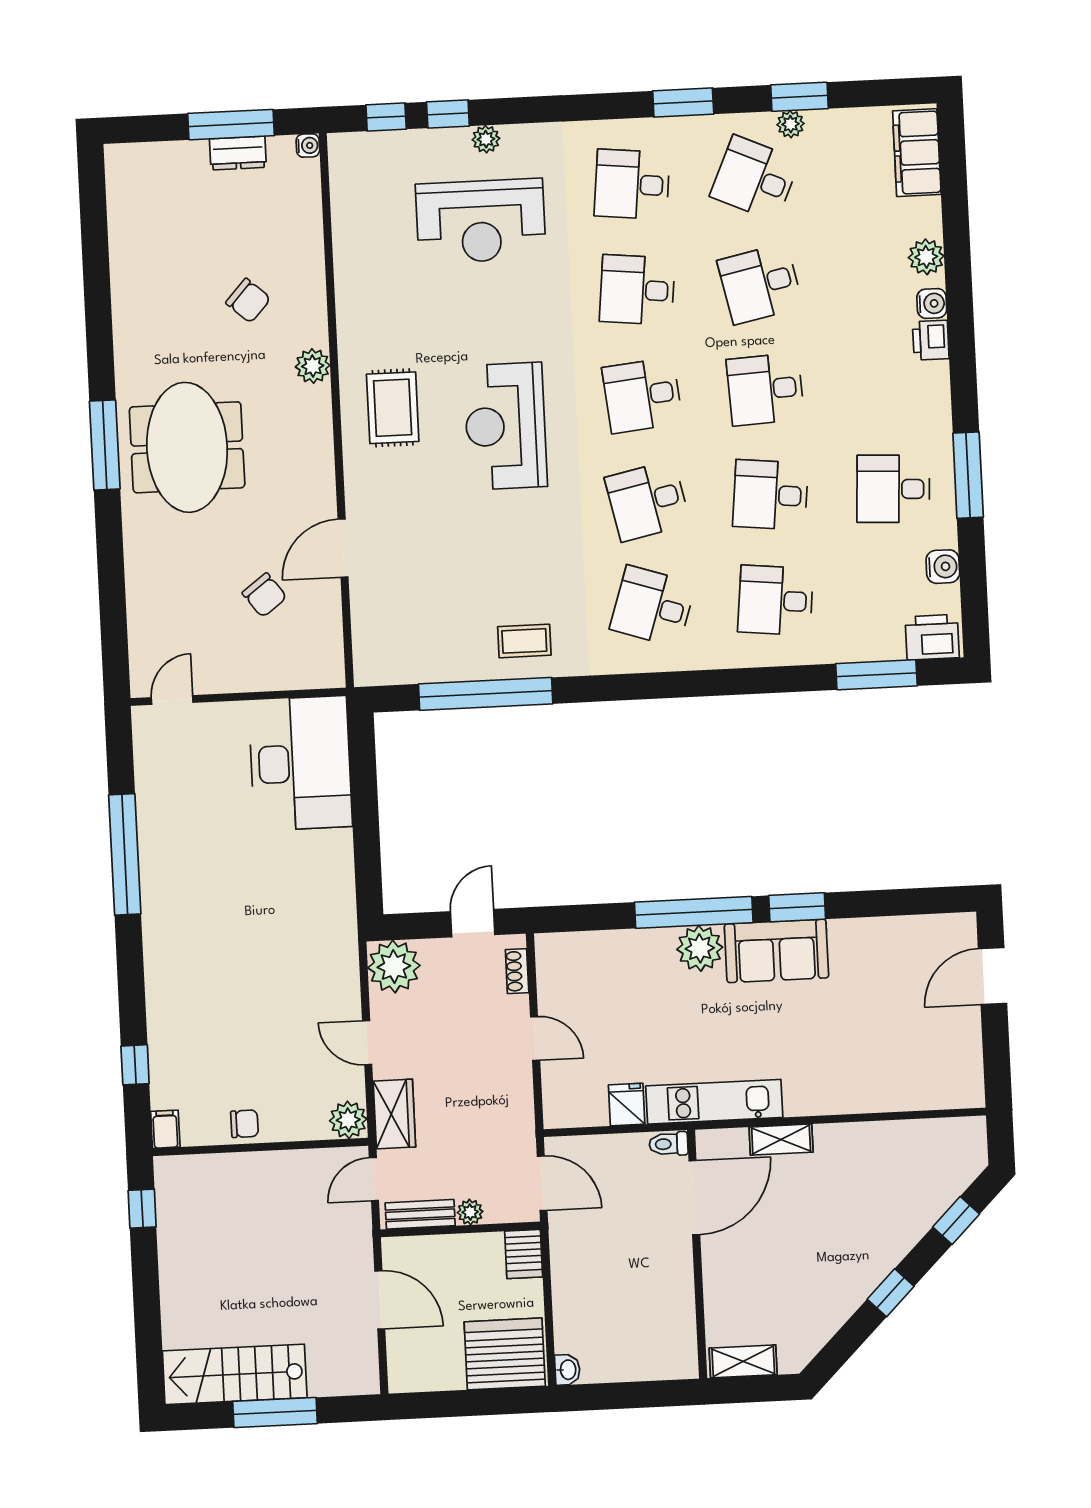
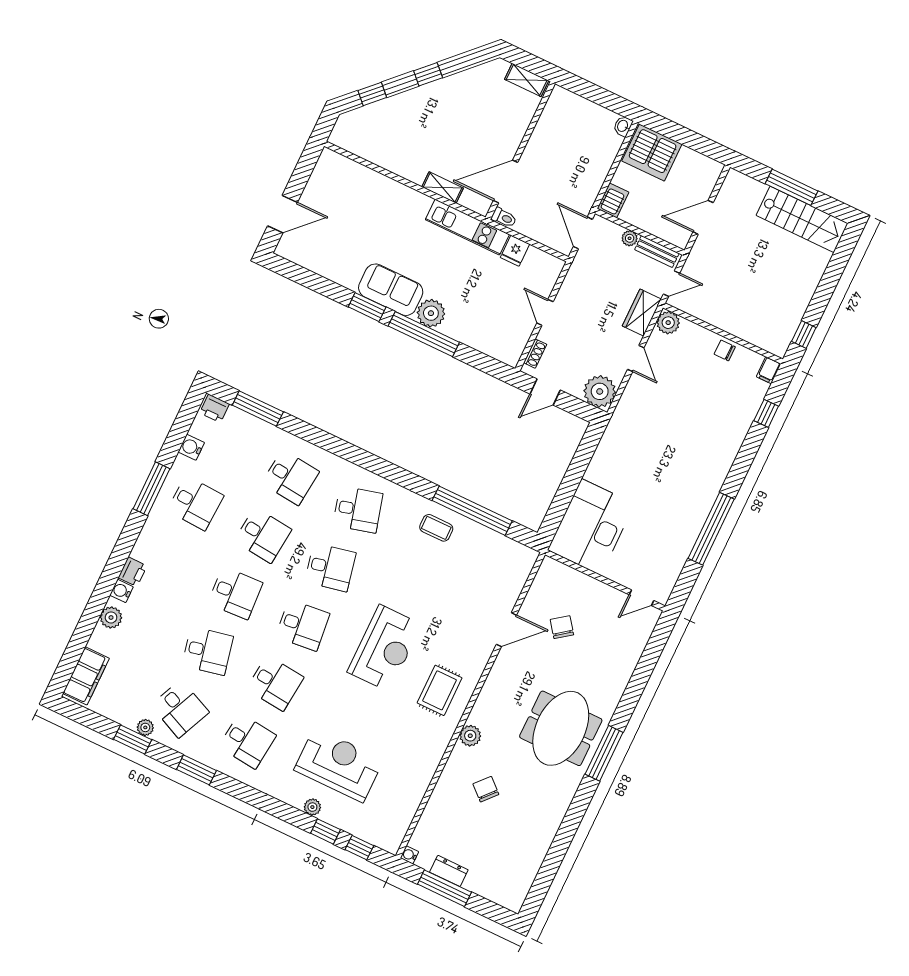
desk: (653, 606) -> (358, 509), turned -33
printer: (932, 637) -> (215, 408), width x0.73, depth x0.81
door: (380, 1300) -> (703, 217), hinge flipped

